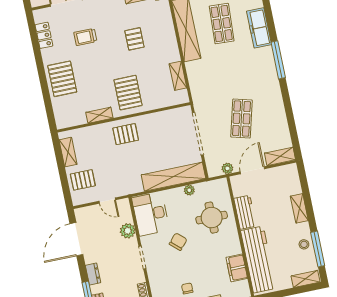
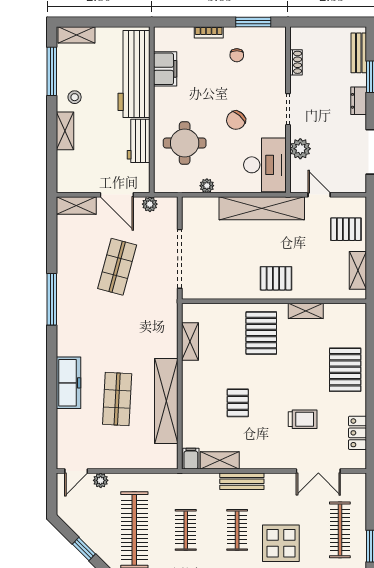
window: (278, 60) -> (52, 299), moved
door: (252, 170) -> (117, 195), hinge flipped
shelving: (173, 177) -> (262, 208), moved
stool: (304, 244) -> (75, 97), moved

